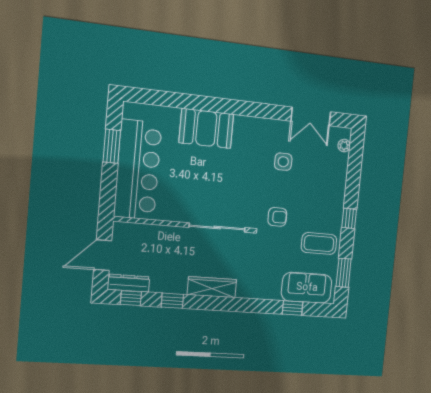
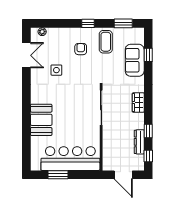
armchair: (277, 217) -> (81, 49), moved
dresser: (129, 283) -> (139, 142), moved
wardrobe: (212, 287) -> (138, 103), width x0.67
sofa: (307, 288) -> (135, 60), moved

